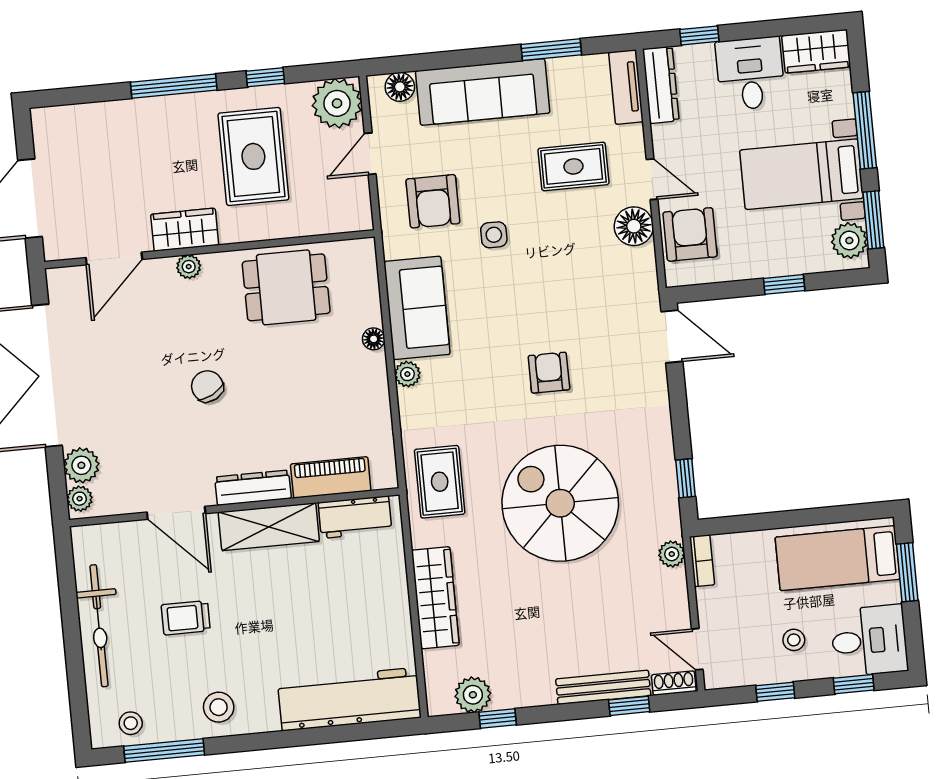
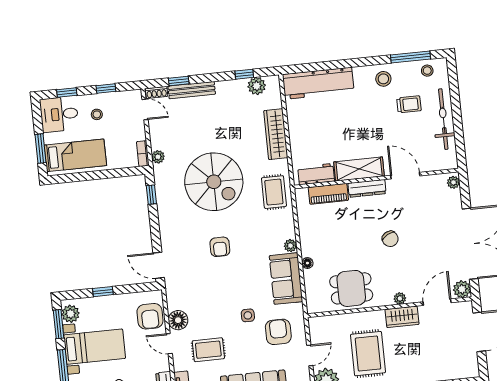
plant: (81, 465) -> (462, 289), moved
trolley: (186, 618) -> (409, 104), moved

